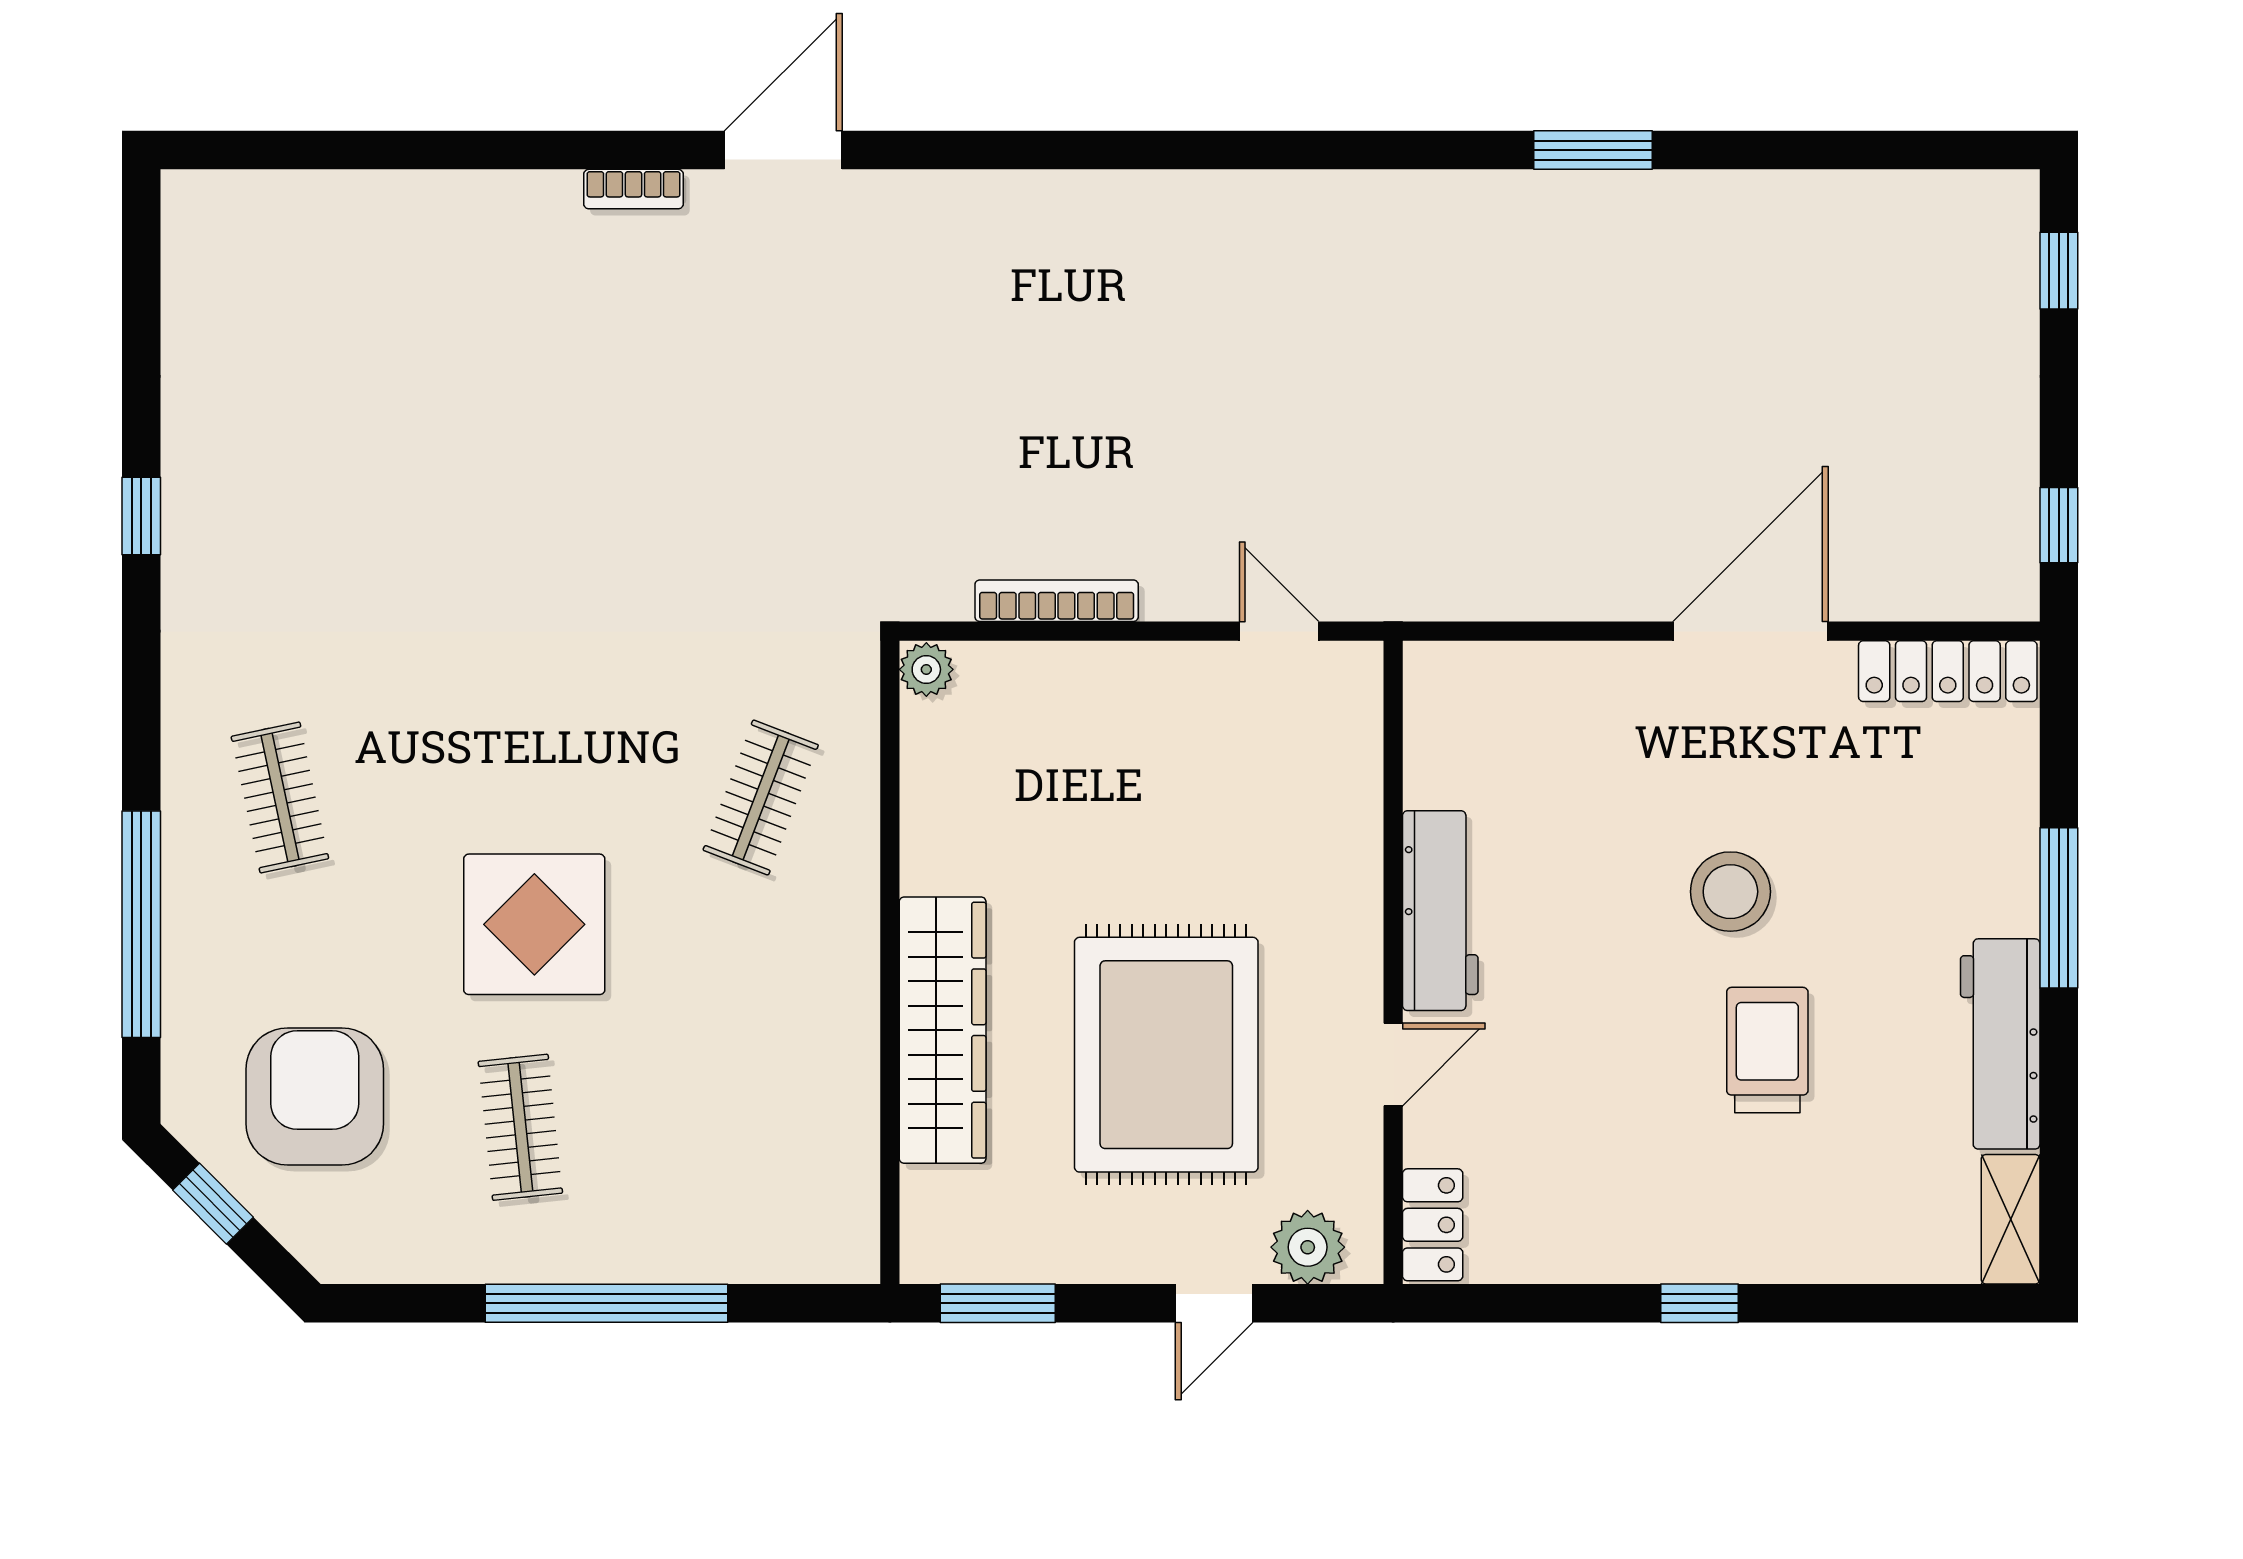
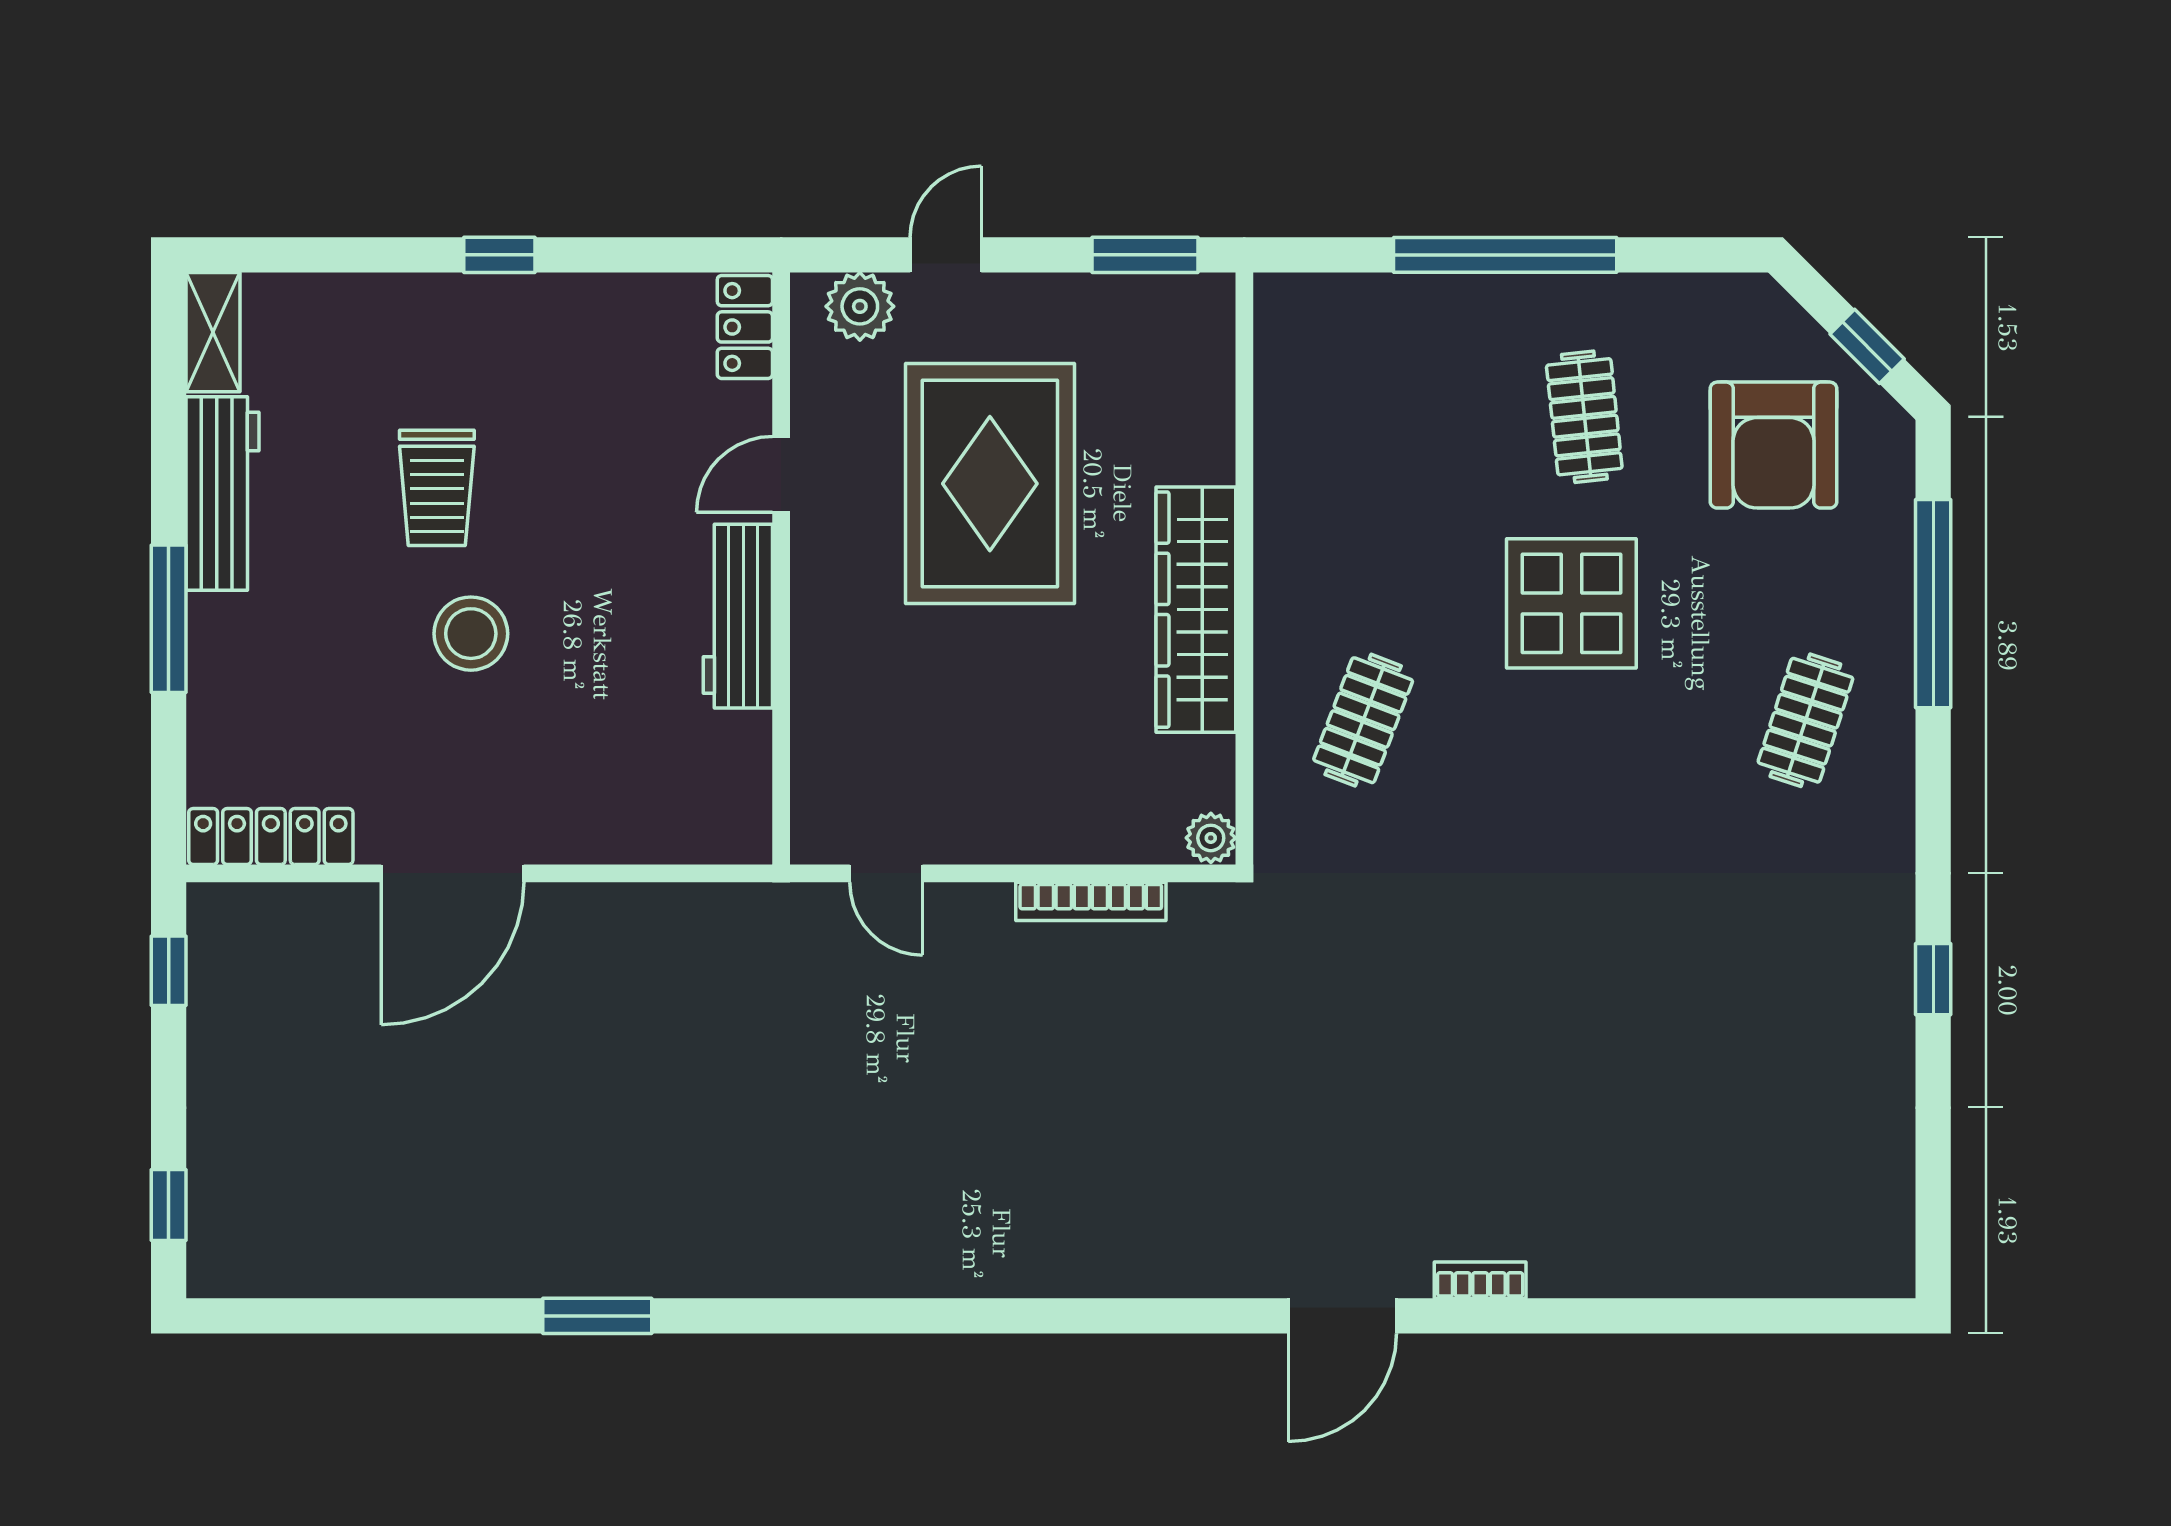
clothes rail: (280, 797) -> (1805, 720), turned 30
wardrobe: (943, 1030) -> (1196, 610), moved

